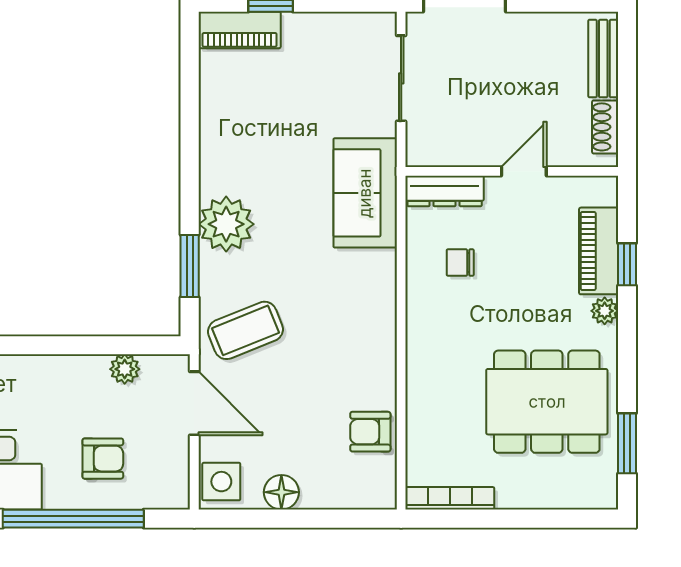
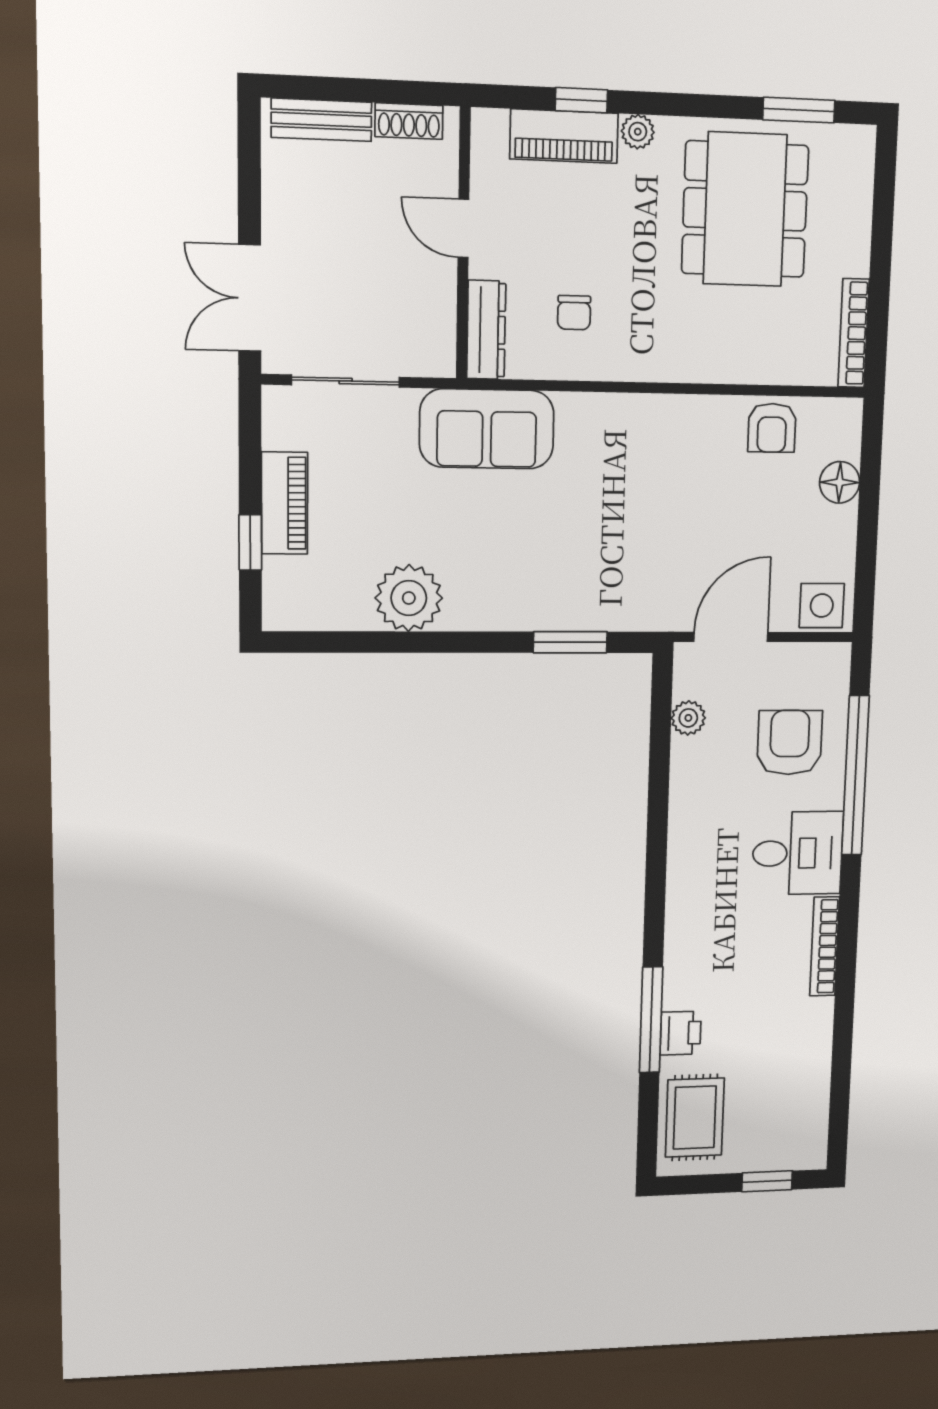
piano: (240, 30) -> (284, 503), moved
plant: (226, 224) -> (409, 598), moved
coffee table: (245, 330) -> (648, 576), removed
armchair: (103, 459) -> (790, 742), width x1.38, depth x1.38
floor lamp: (281, 492) -> (840, 482), moved

